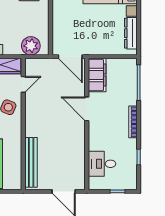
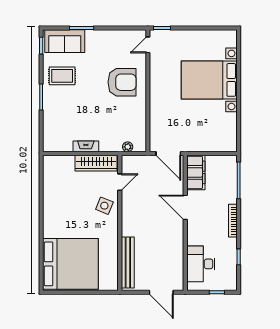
dresser: (131, 33) -> (231, 129), removed
plant: (31, 46) -> (128, 147), width x0.53, depth x0.53
desk: (102, 164) -> (201, 264), width x1.37

